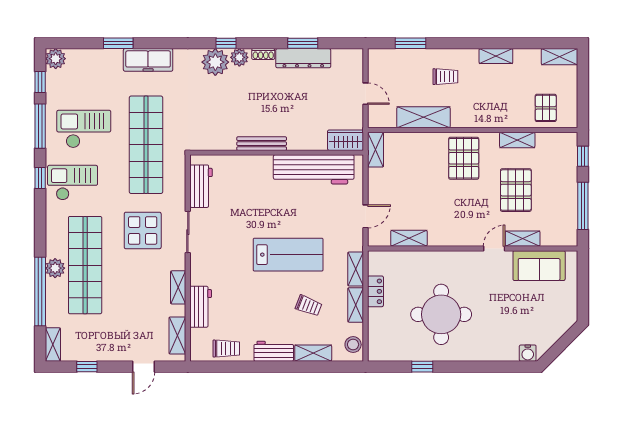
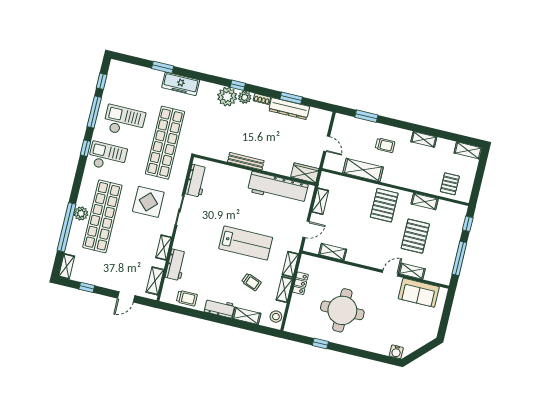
plant: (56, 59) -> (116, 67), removed
shelving: (376, 150) -> (320, 201), moved

